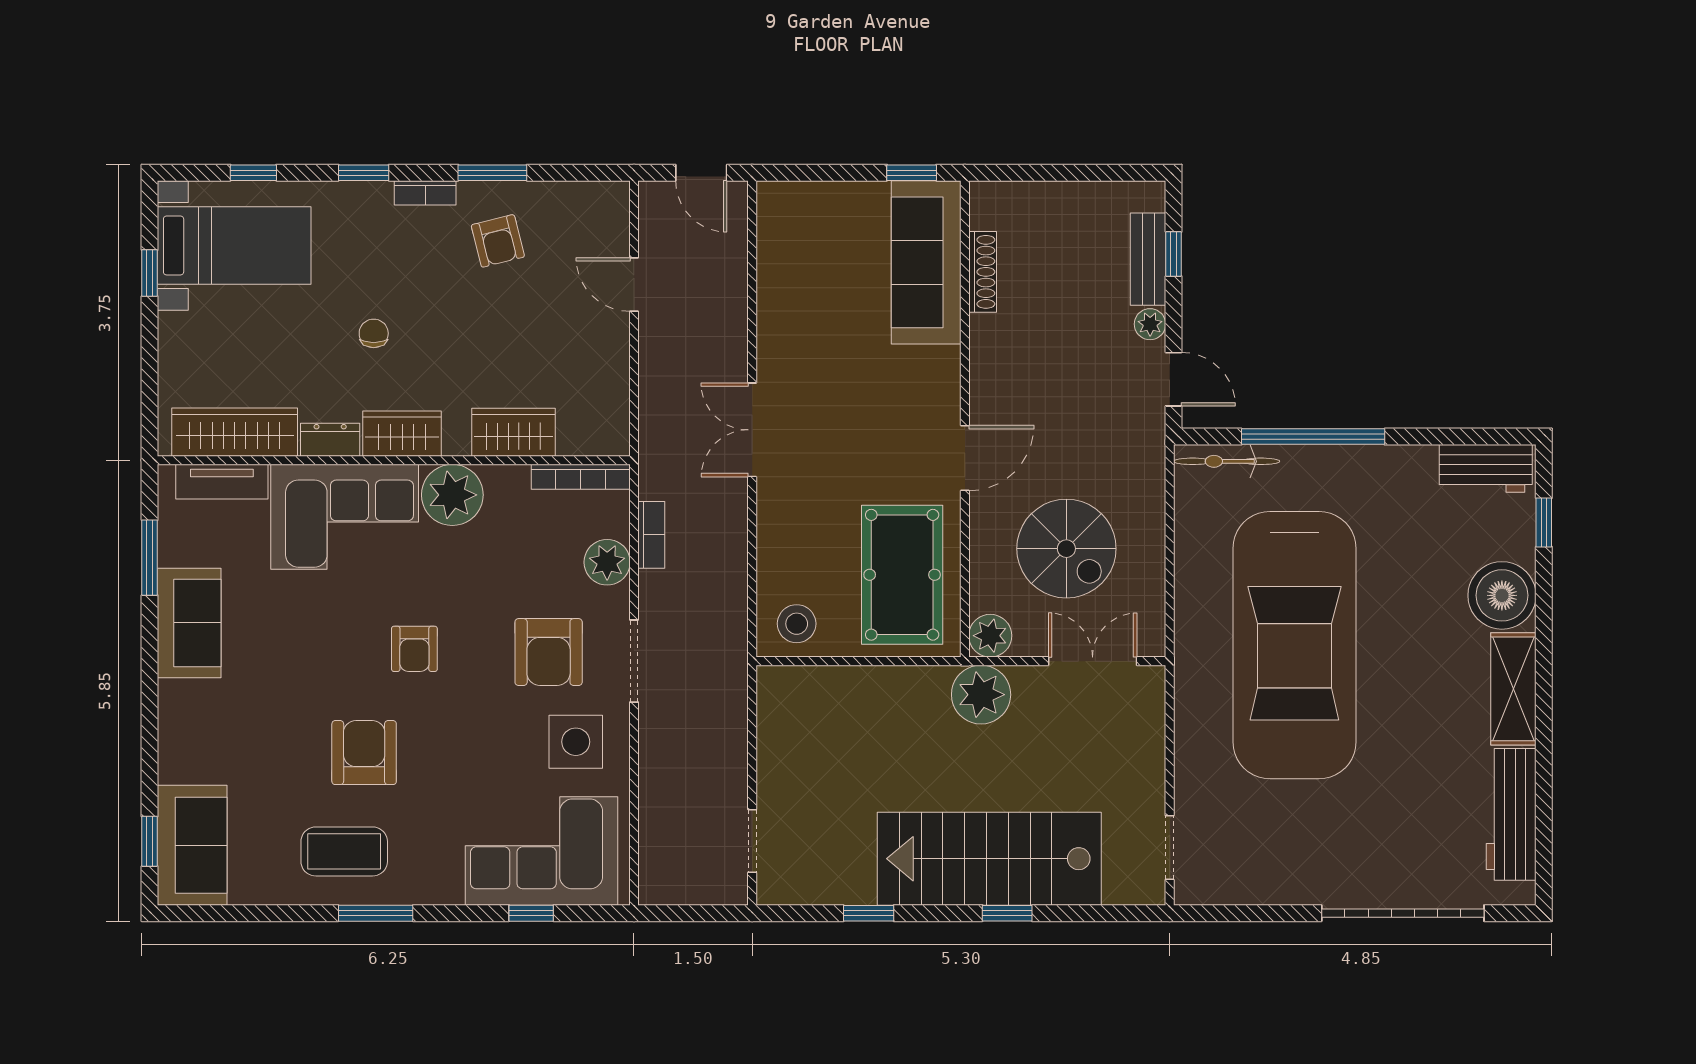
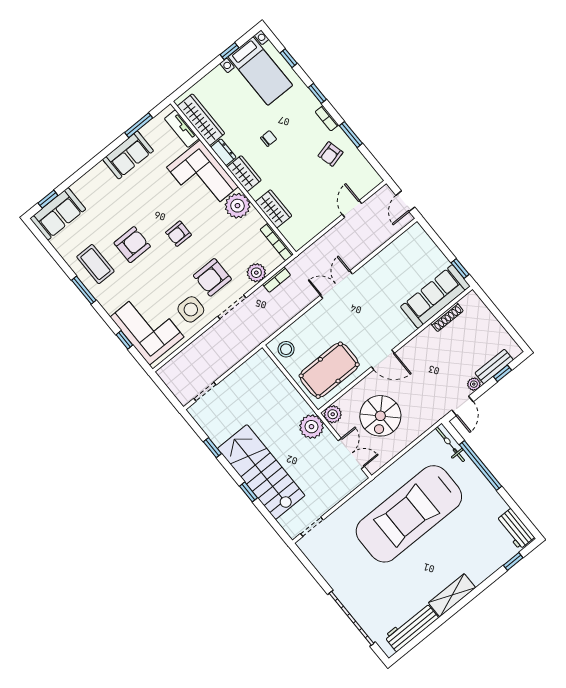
boiler: (1502, 595) -> (479, 567), removed

